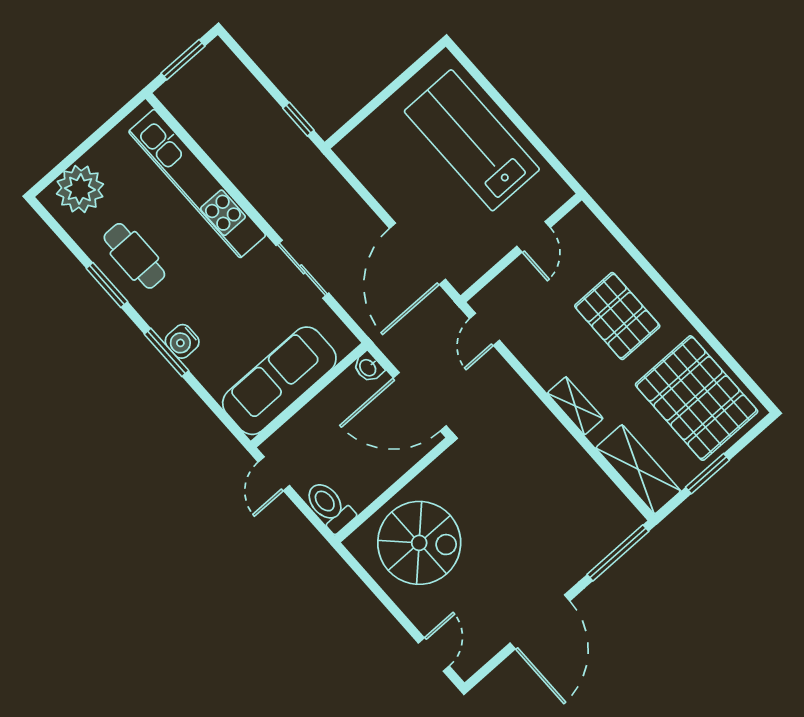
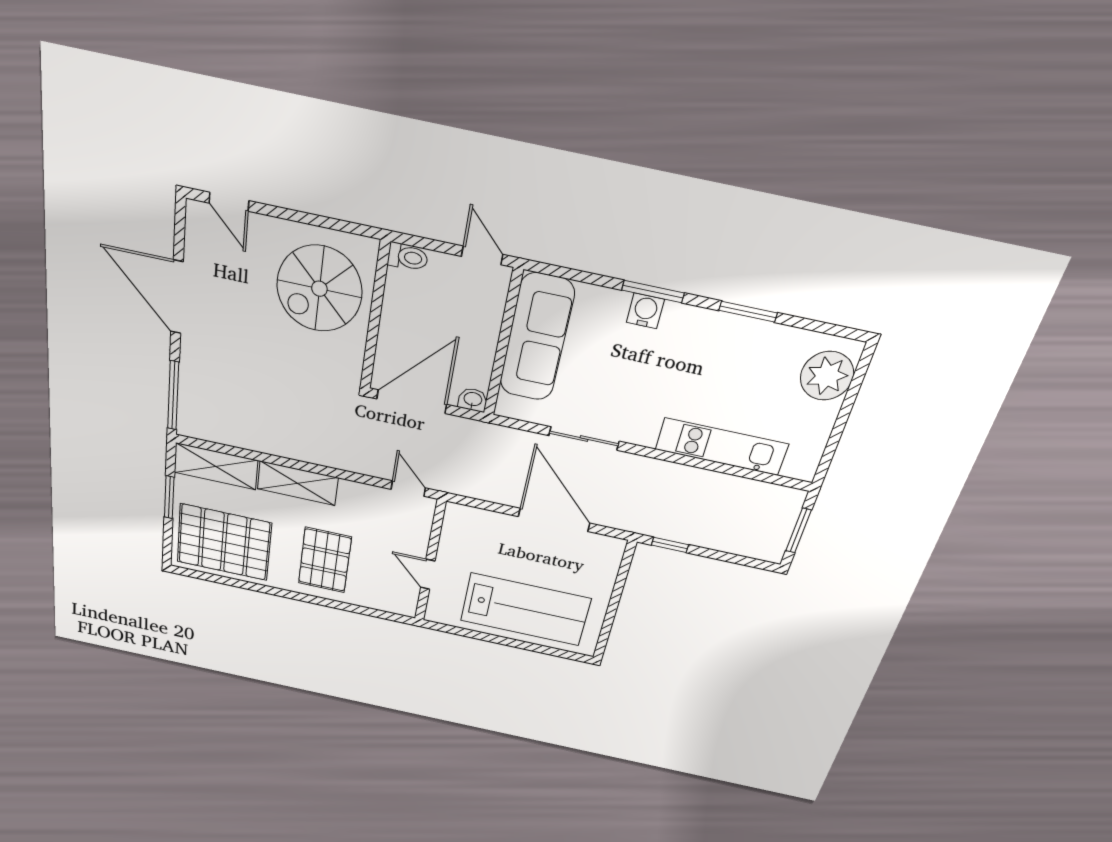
kitchen unit: (197, 184) -> (722, 447), width x0.73
door: (417, 254) -> (554, 520), moved
cafe table: (134, 256) -> (739, 353), removed
pallet: (617, 316) -> (325, 560), turned 90
shelving: (575, 406) -> (298, 483), width x1.50, depth x1.33
toilet: (329, 506) -> (408, 257), width x0.73, depth x0.72

